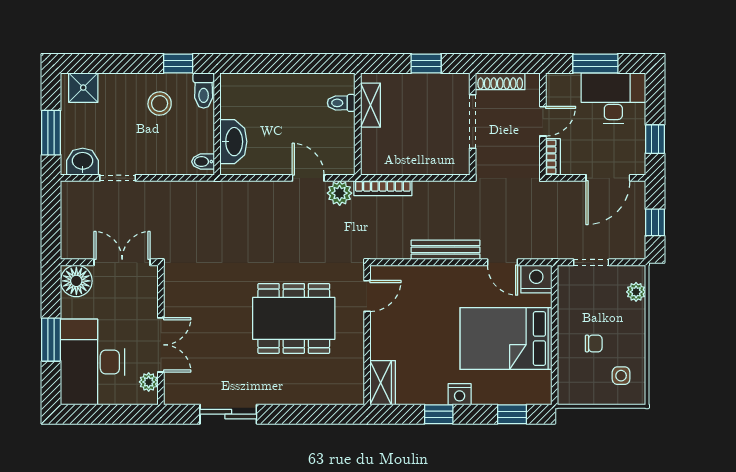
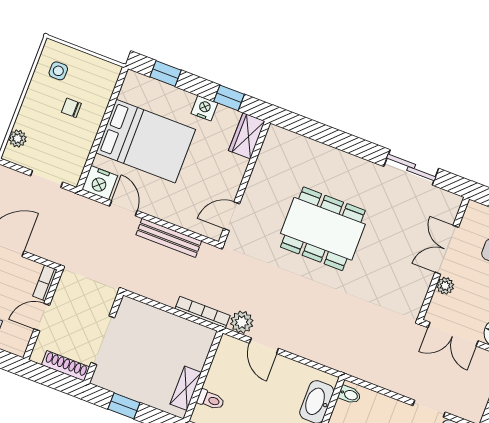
door: (367, 296) -> (232, 216), moved
wall: (367, 335) -> (244, 182), moved
plant: (149, 382) -> (445, 286), moved
wardrobe: (383, 383) -> (247, 136), moved

